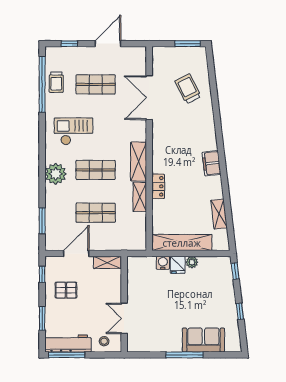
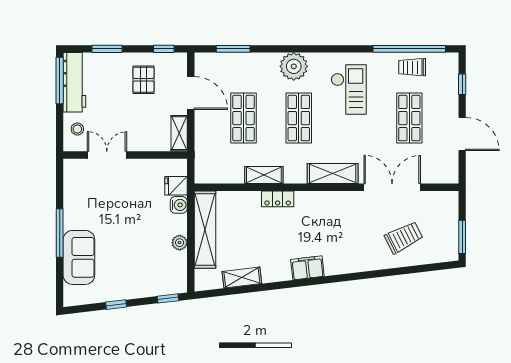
shelving: (139, 162) -> (333, 174), moved
fridge: (178, 265) -> (176, 186), moved

